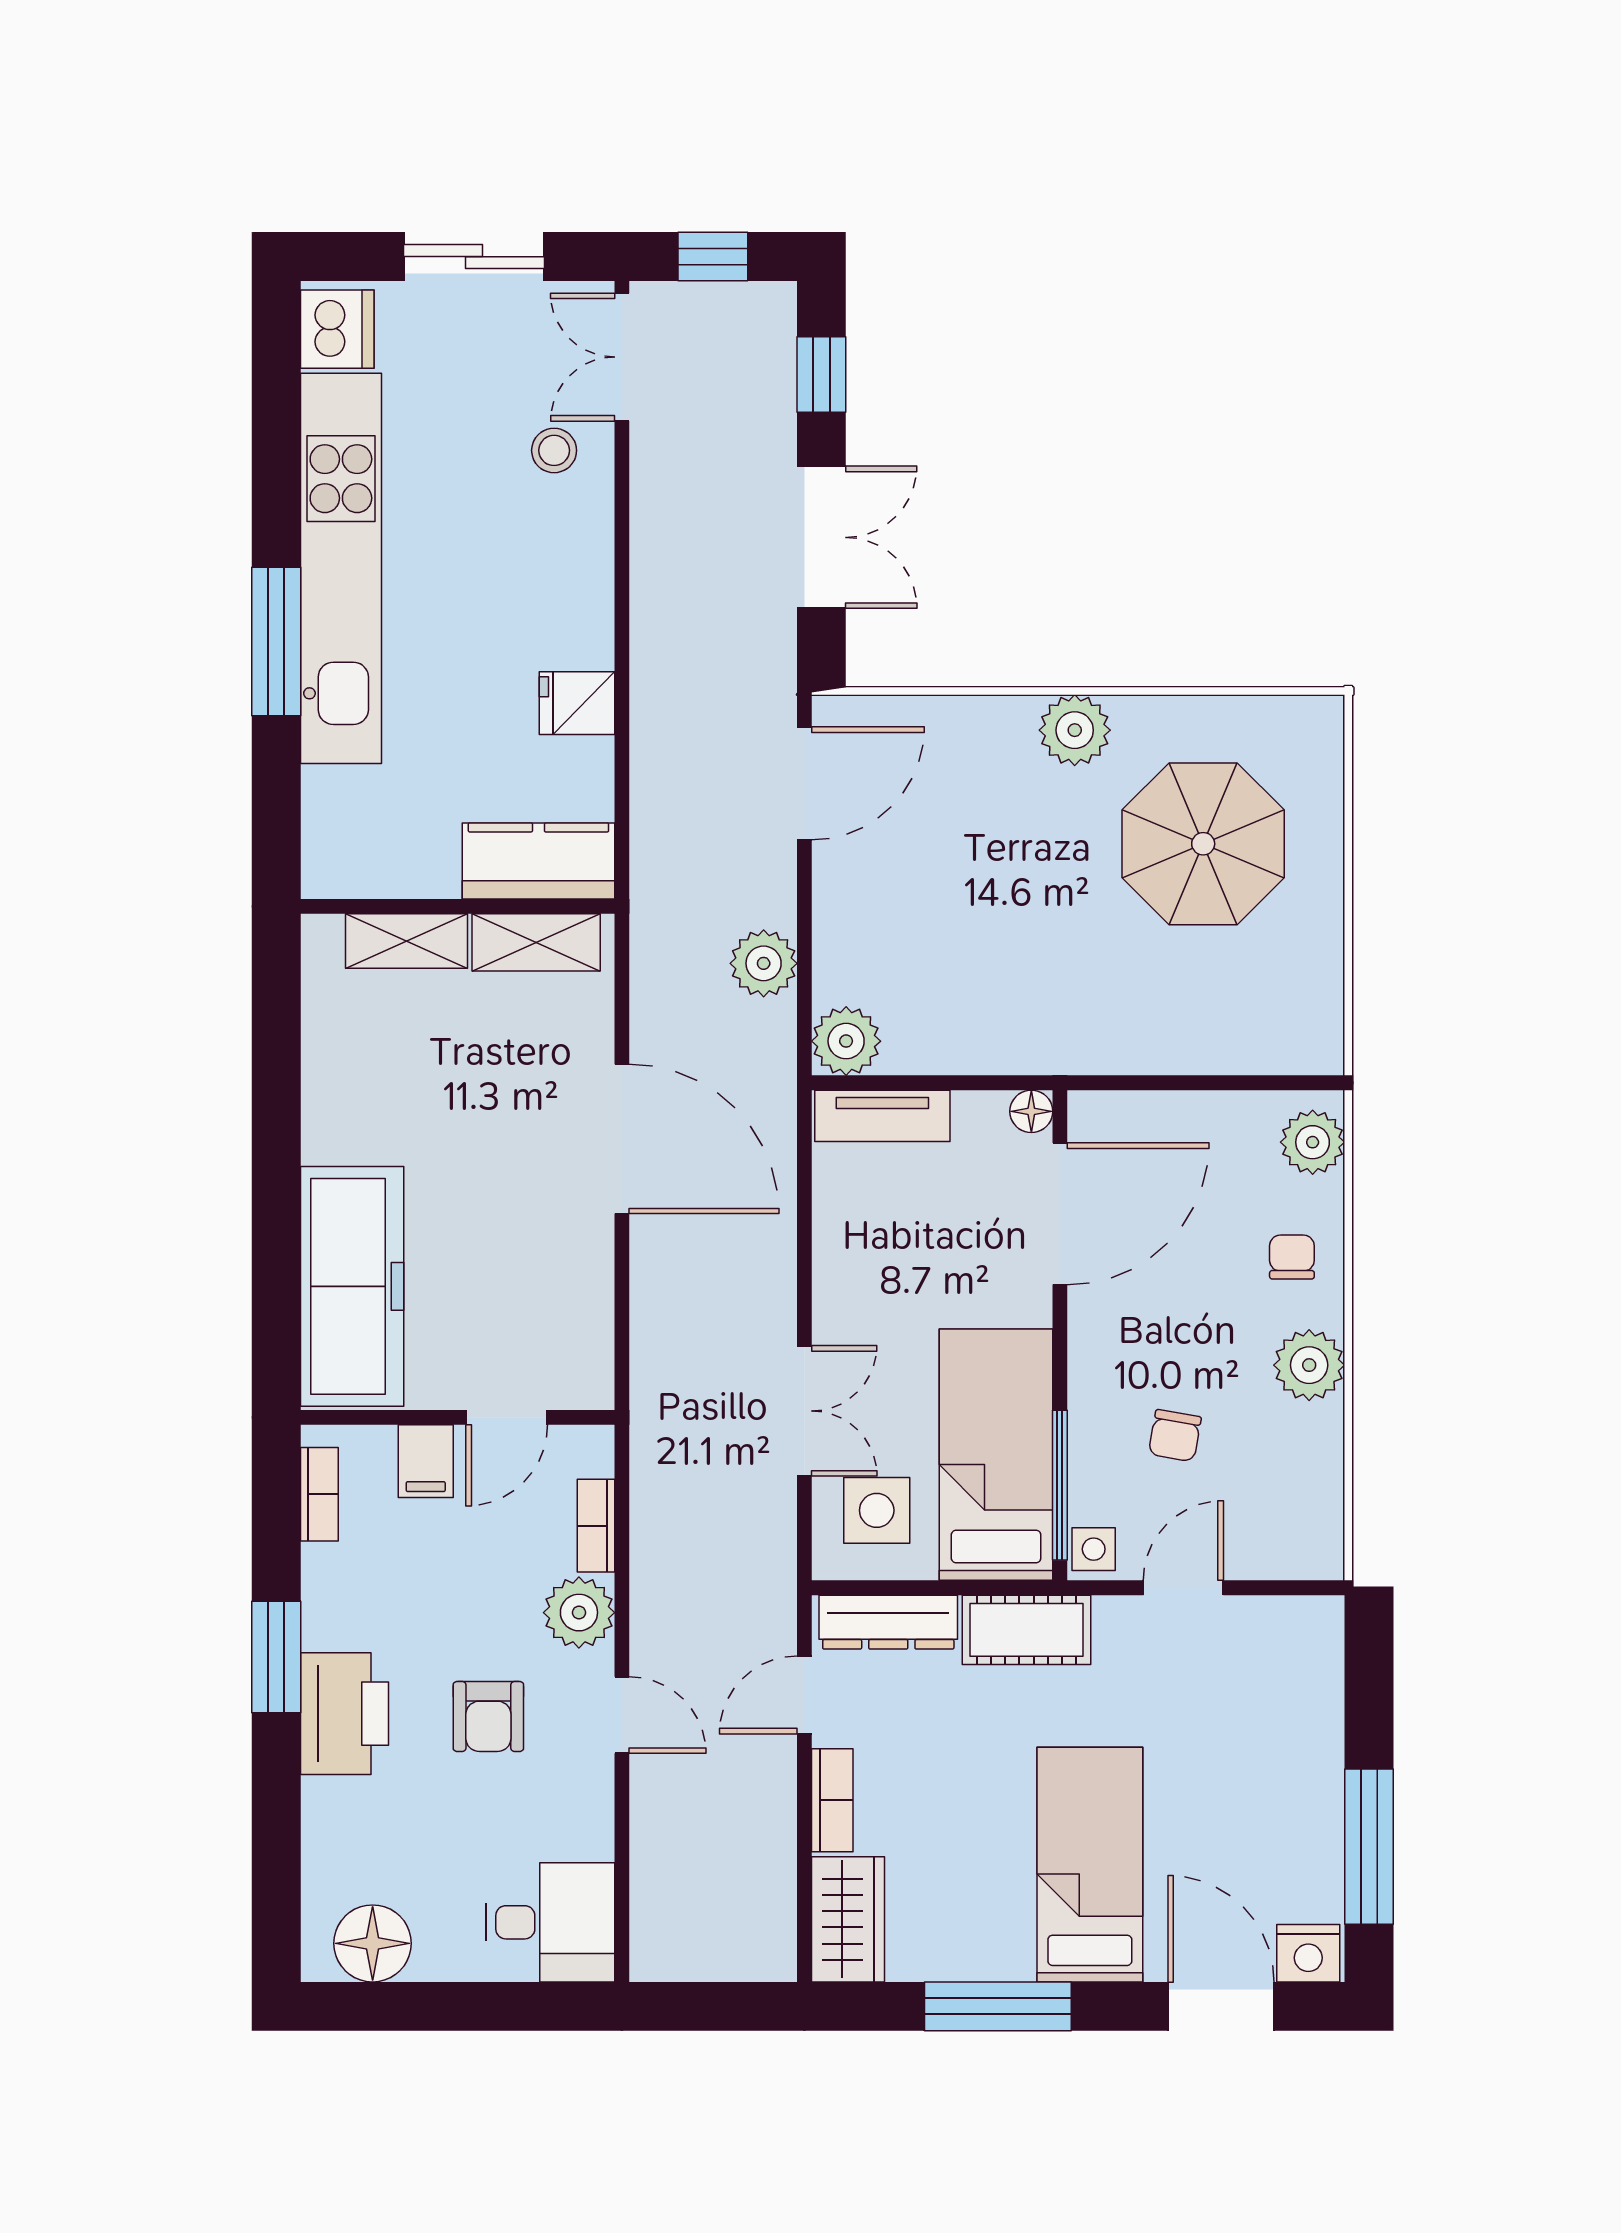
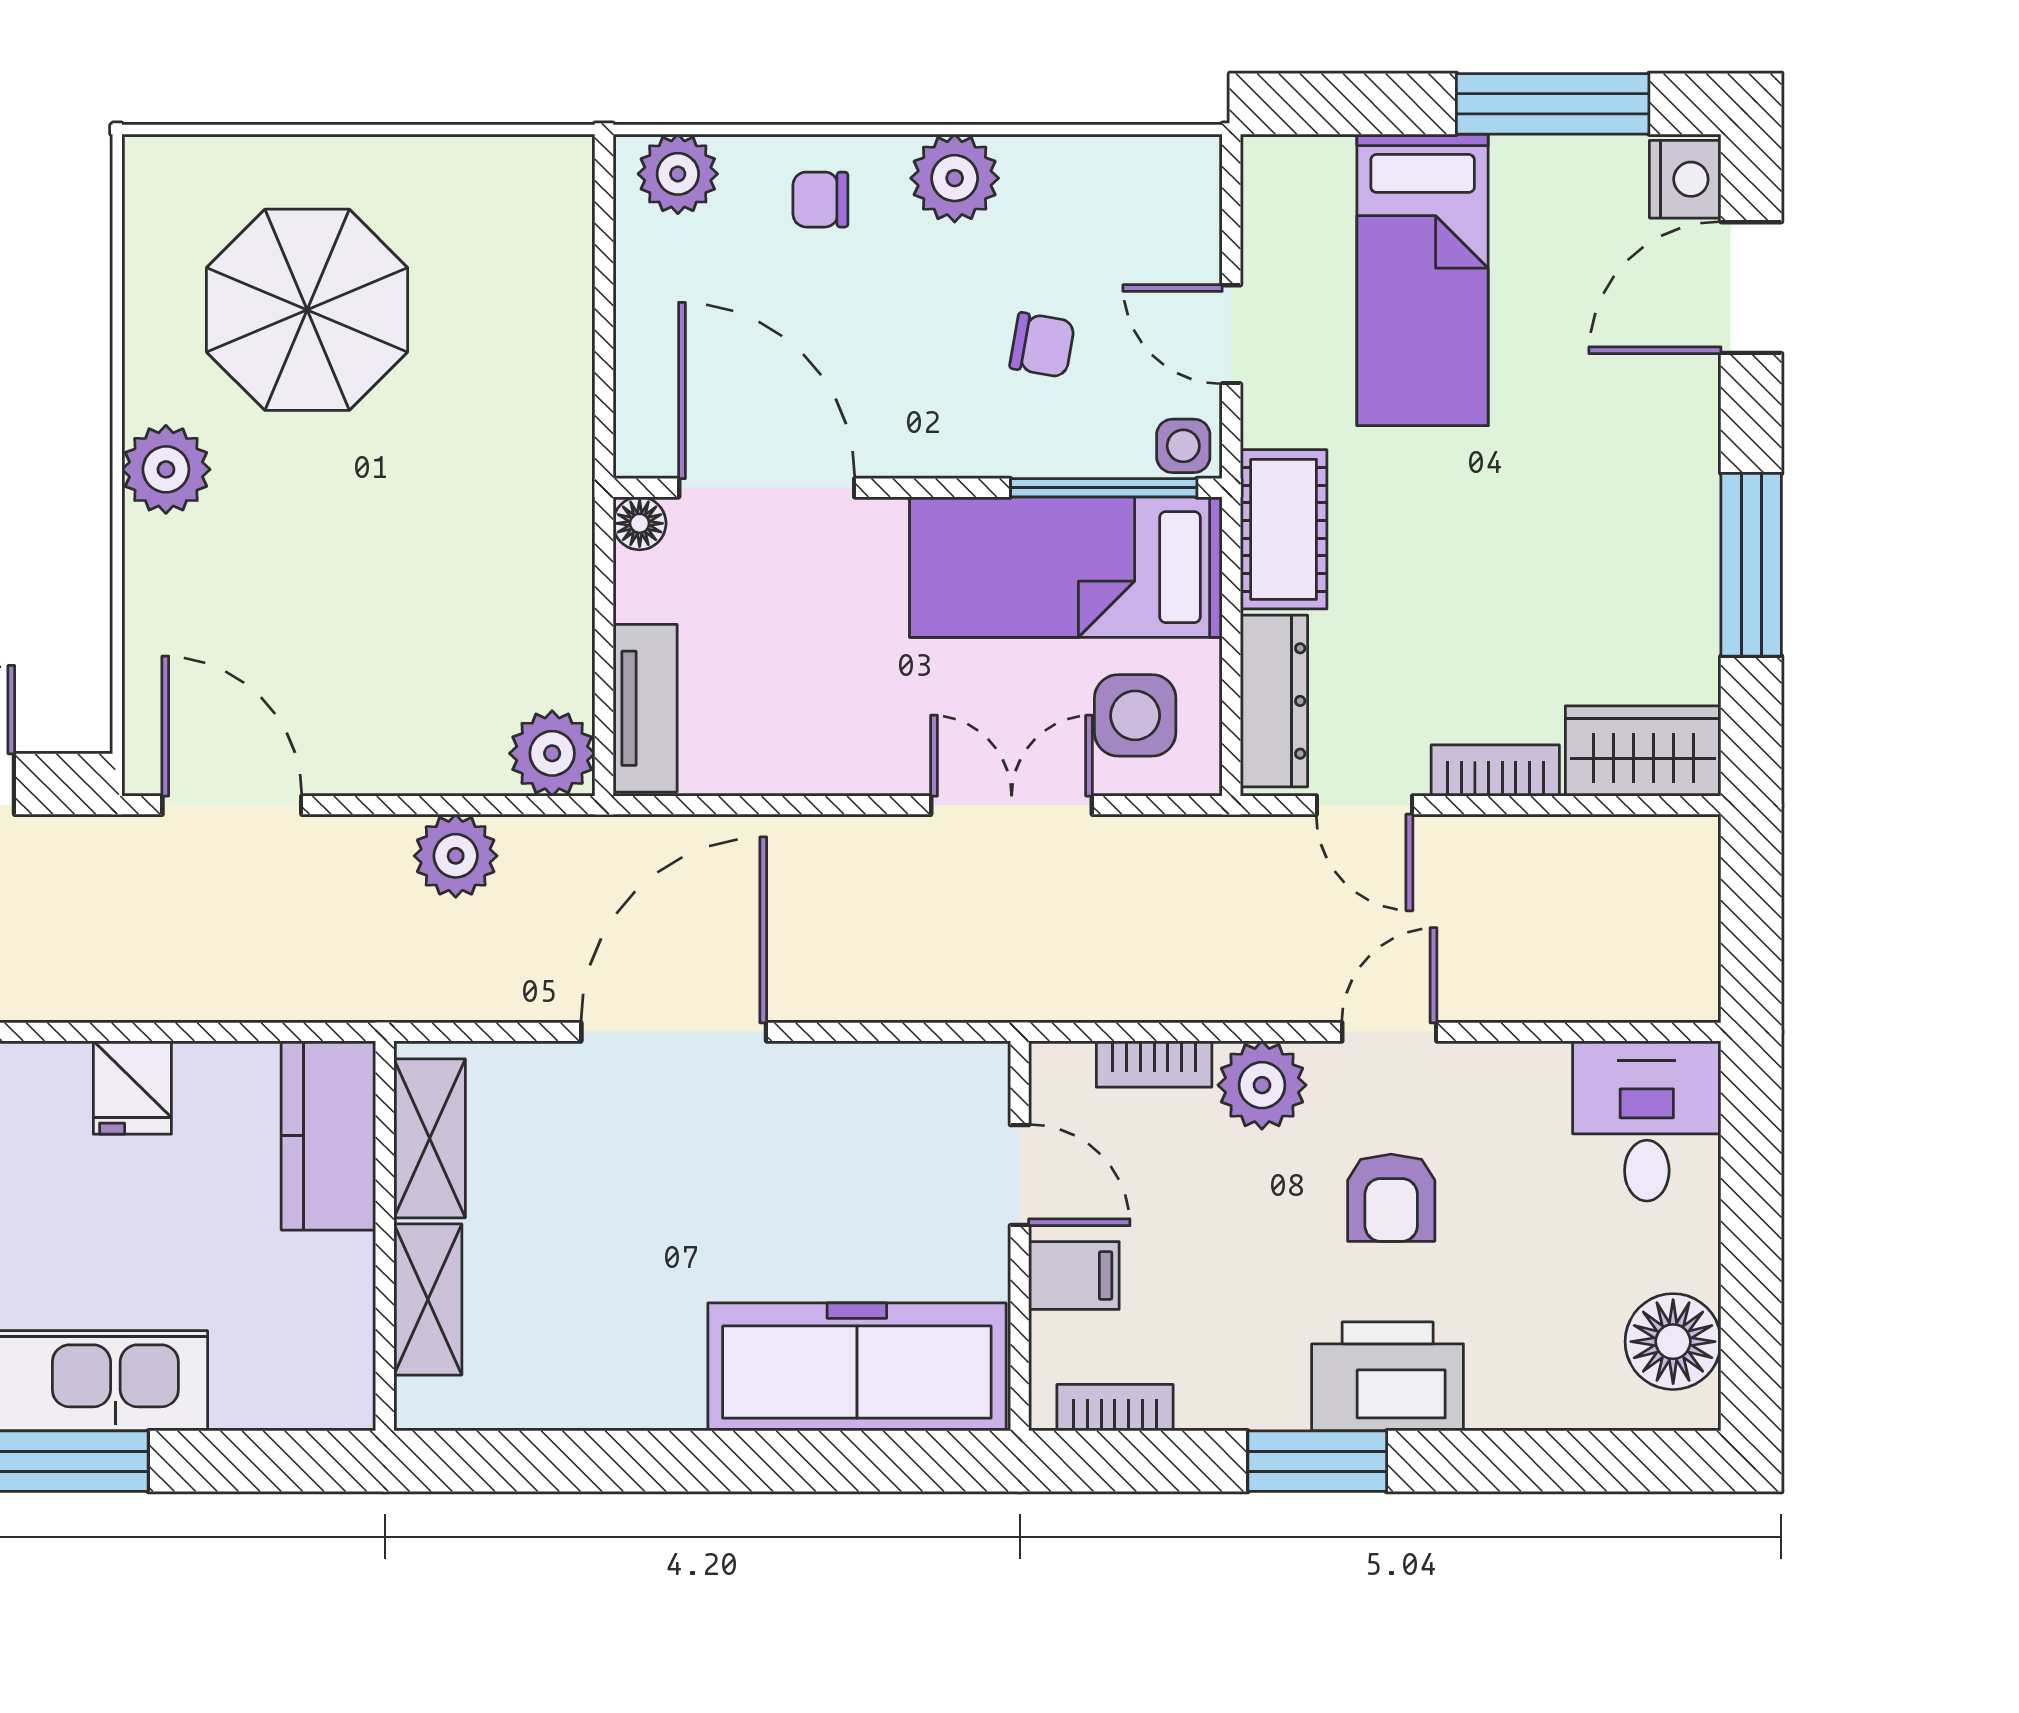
armchair: (488, 1716) -> (1391, 1198), turned 90
bed: (1090, 1865) -> (1423, 280), moved, turned -90

